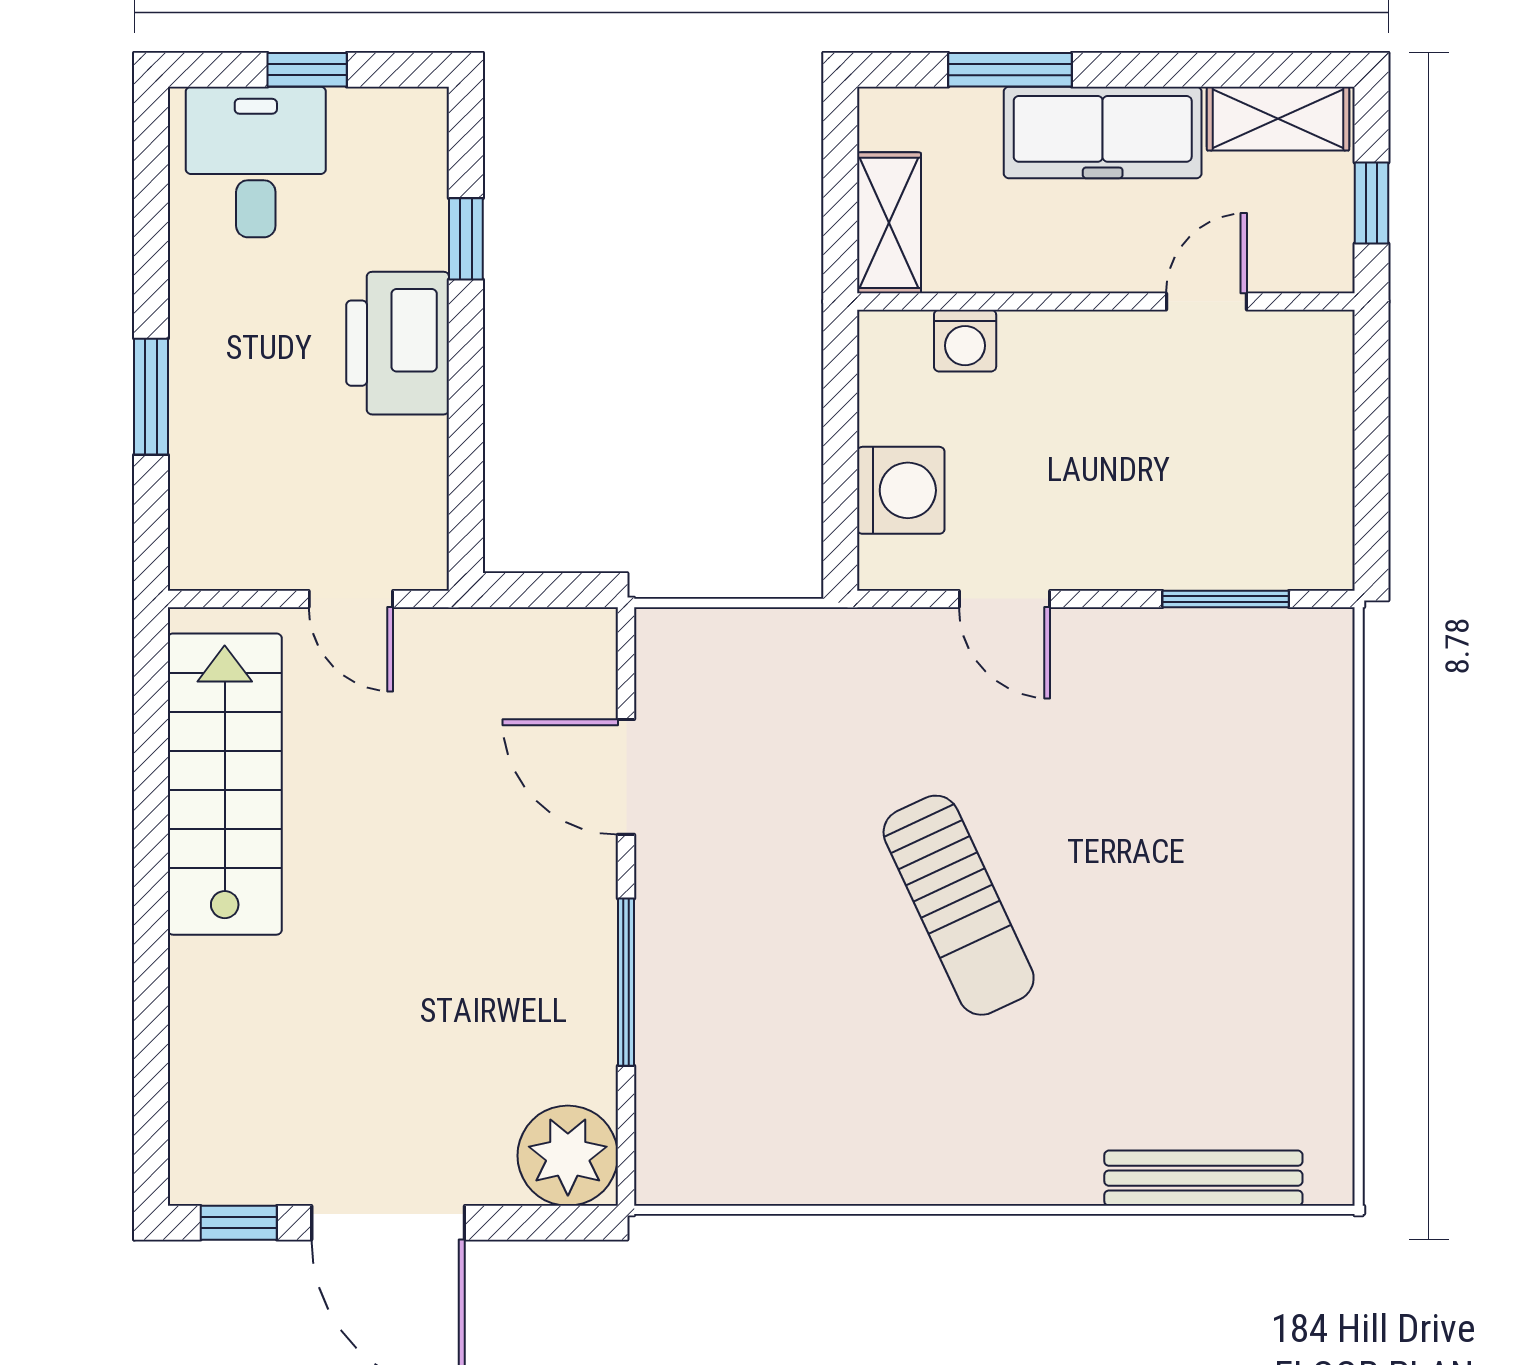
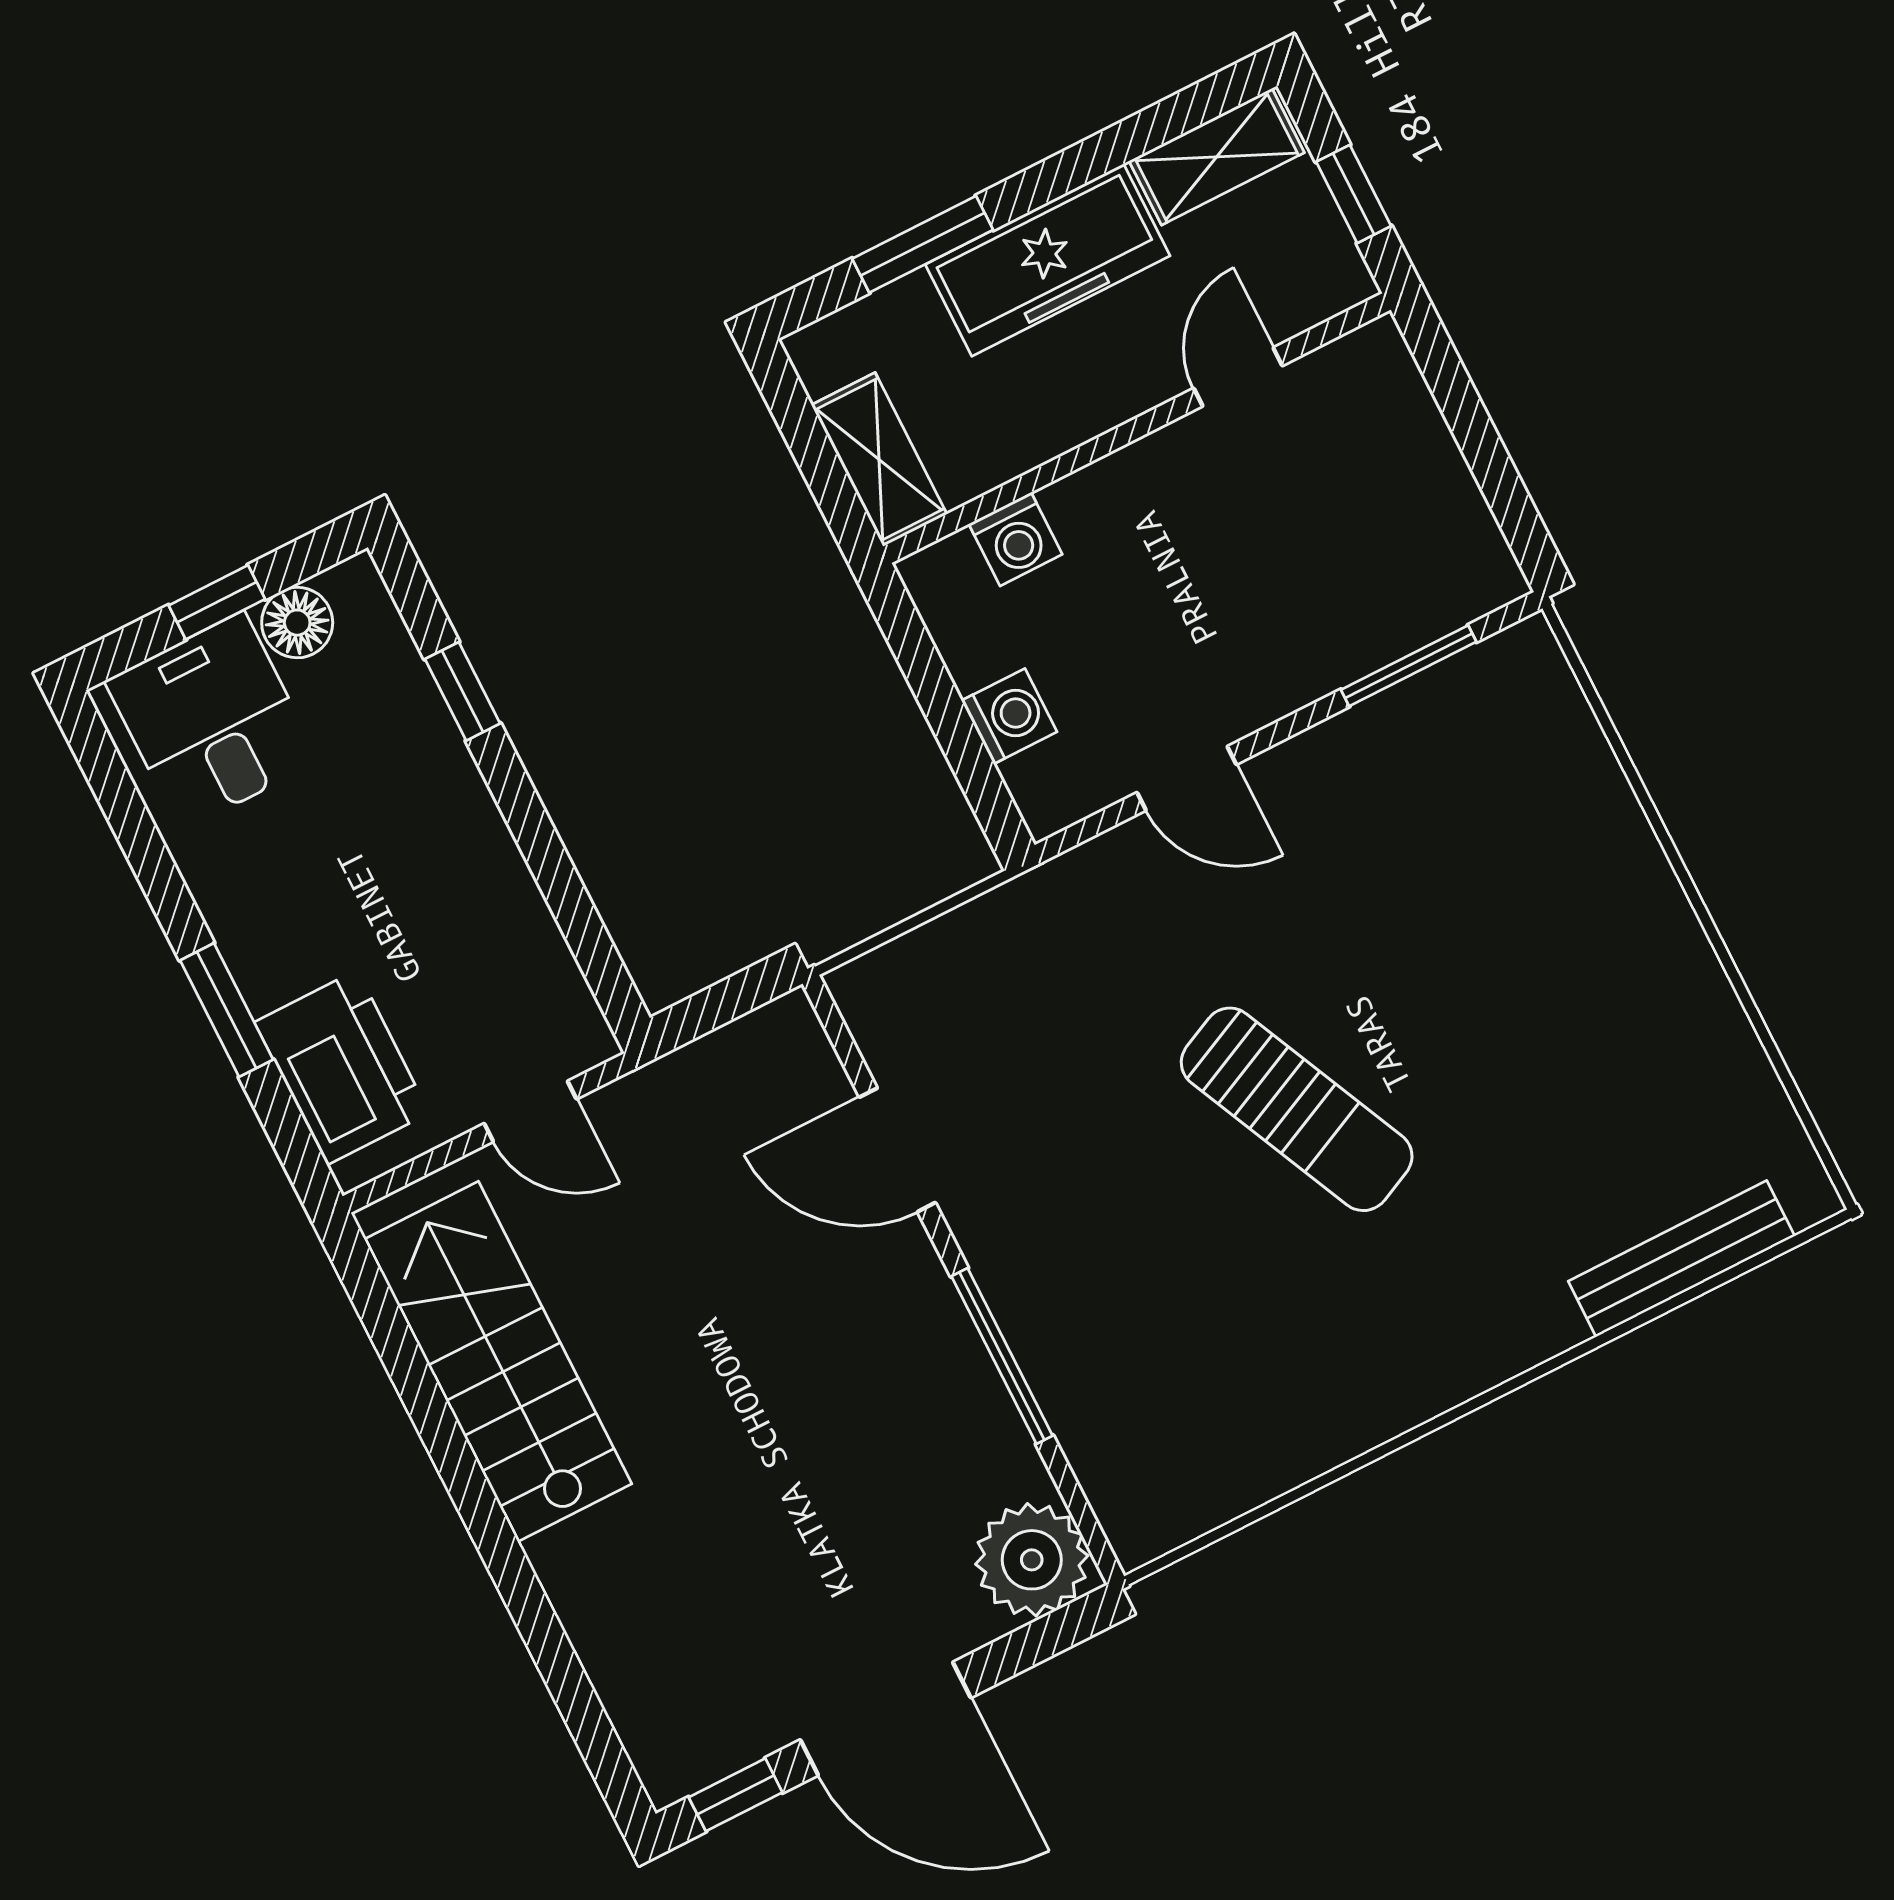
floor lamp: (363, 118) -> (297, 623), added
printer: (398, 343) -> (342, 1068), moved, turned 180
washing machine: (901, 490) -> (1009, 716), width x0.73, depth x0.73

